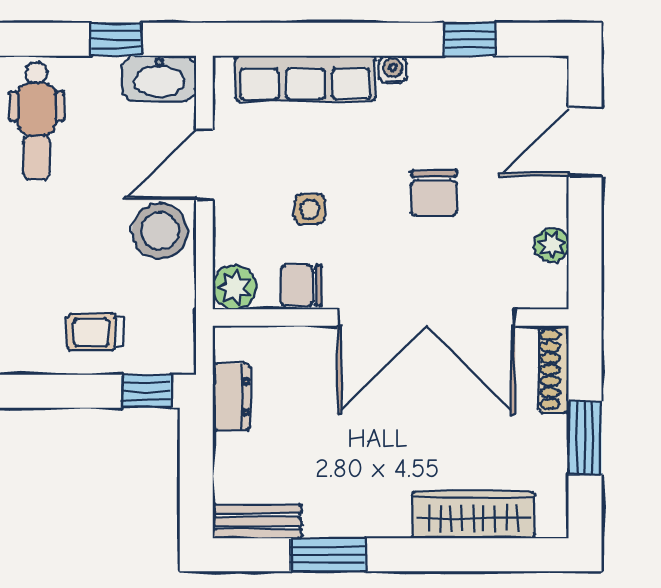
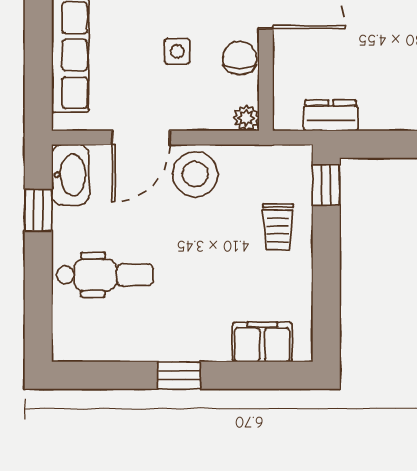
door: (204, 165) -> (141, 138), hinge flipped
chair: (302, 285) -> (240, 58), turned 180
plant: (234, 287) -> (246, 118), width x0.73, depth x0.73

